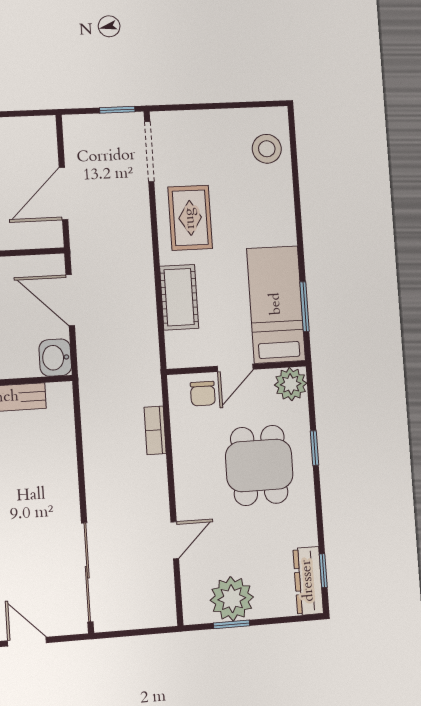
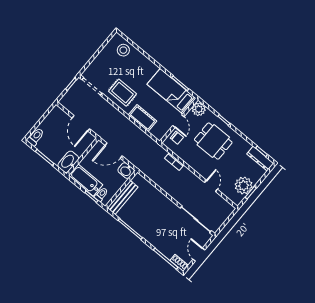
door: (27, 642) -> (199, 255), hinge flipped

